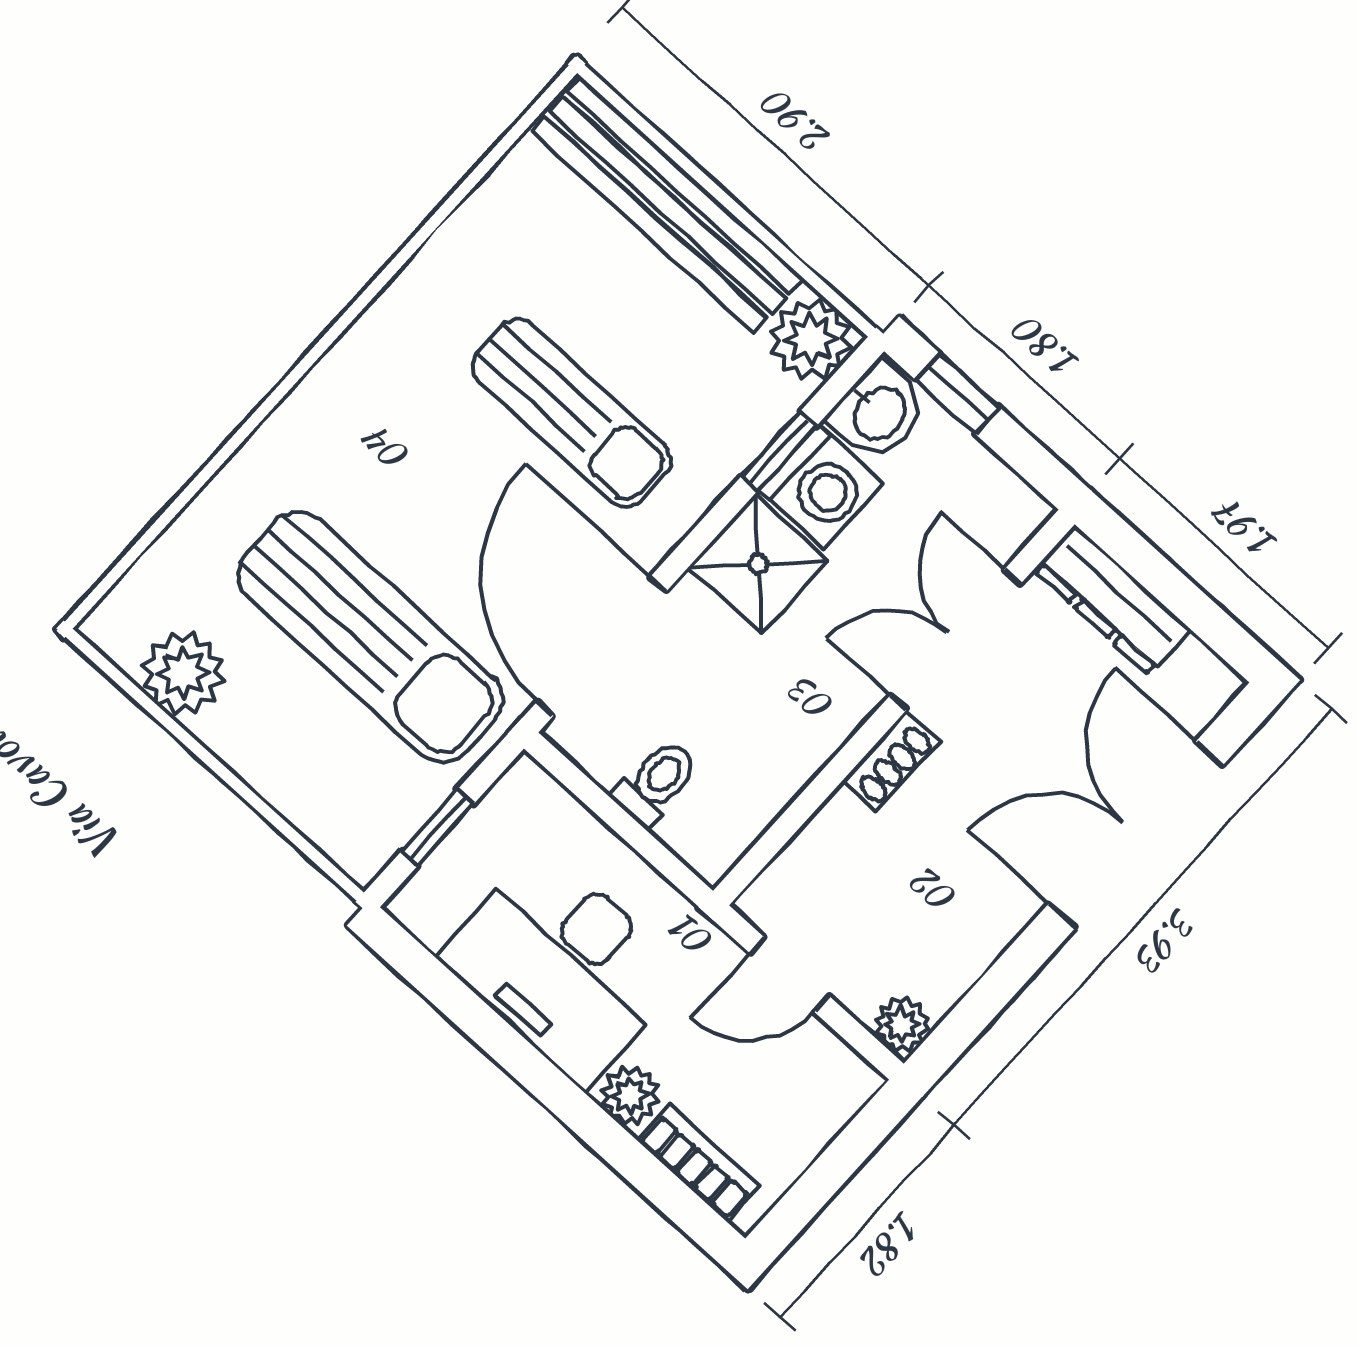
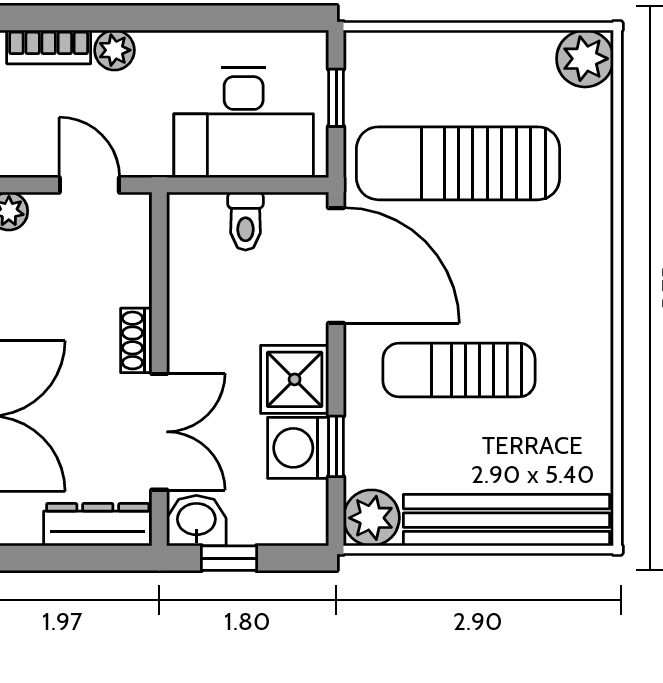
window: (957, 393) -> (229, 558), moved
washbasin: (878, 412) -> (196, 521), moved, turned 90
plant: (183, 673) -> (585, 59), moved
desk: (563, 966) -> (244, 123), moved, turned 180
door: (789, 974) -> (89, 185), hinge flipped

